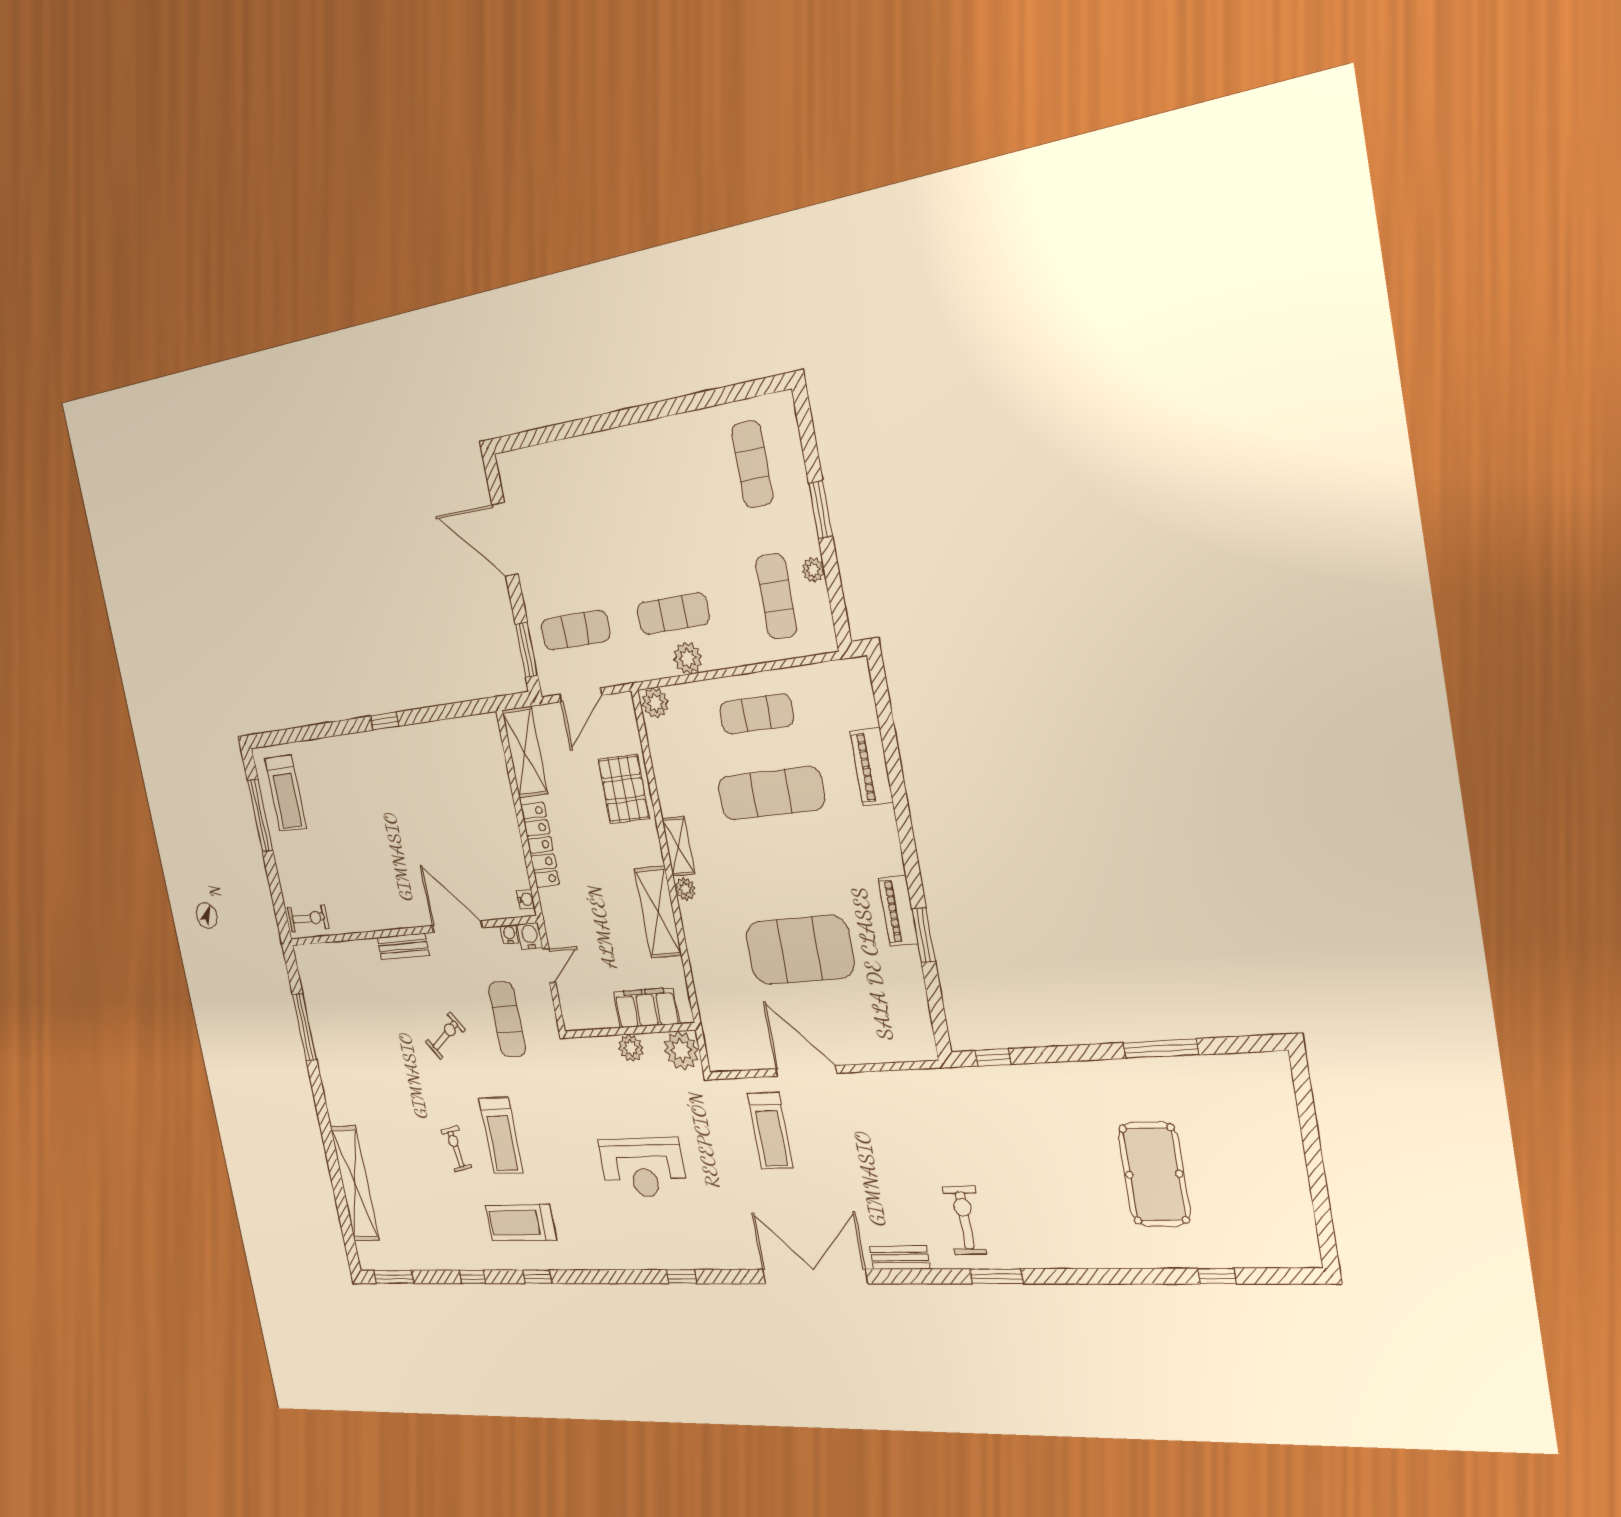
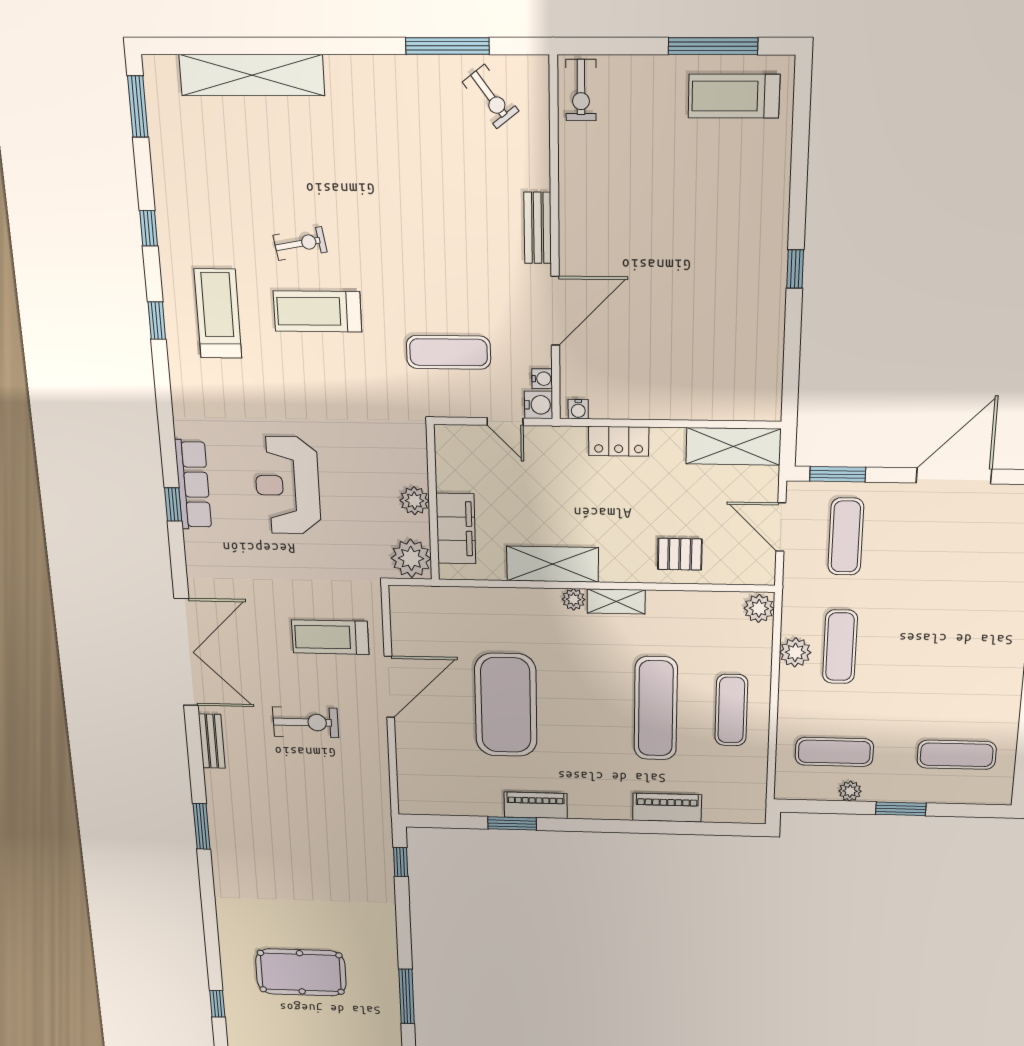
pallet: (624, 789) -> (680, 554), width x0.67, depth x0.71
locker: (540, 845) -> (619, 441), width x0.66
exercise bike: (445, 1035) -> (491, 97), moved
exercise bike: (965, 1220) -> (306, 722), moved
row of seats: (660, 1256) -> (193, 485), added

